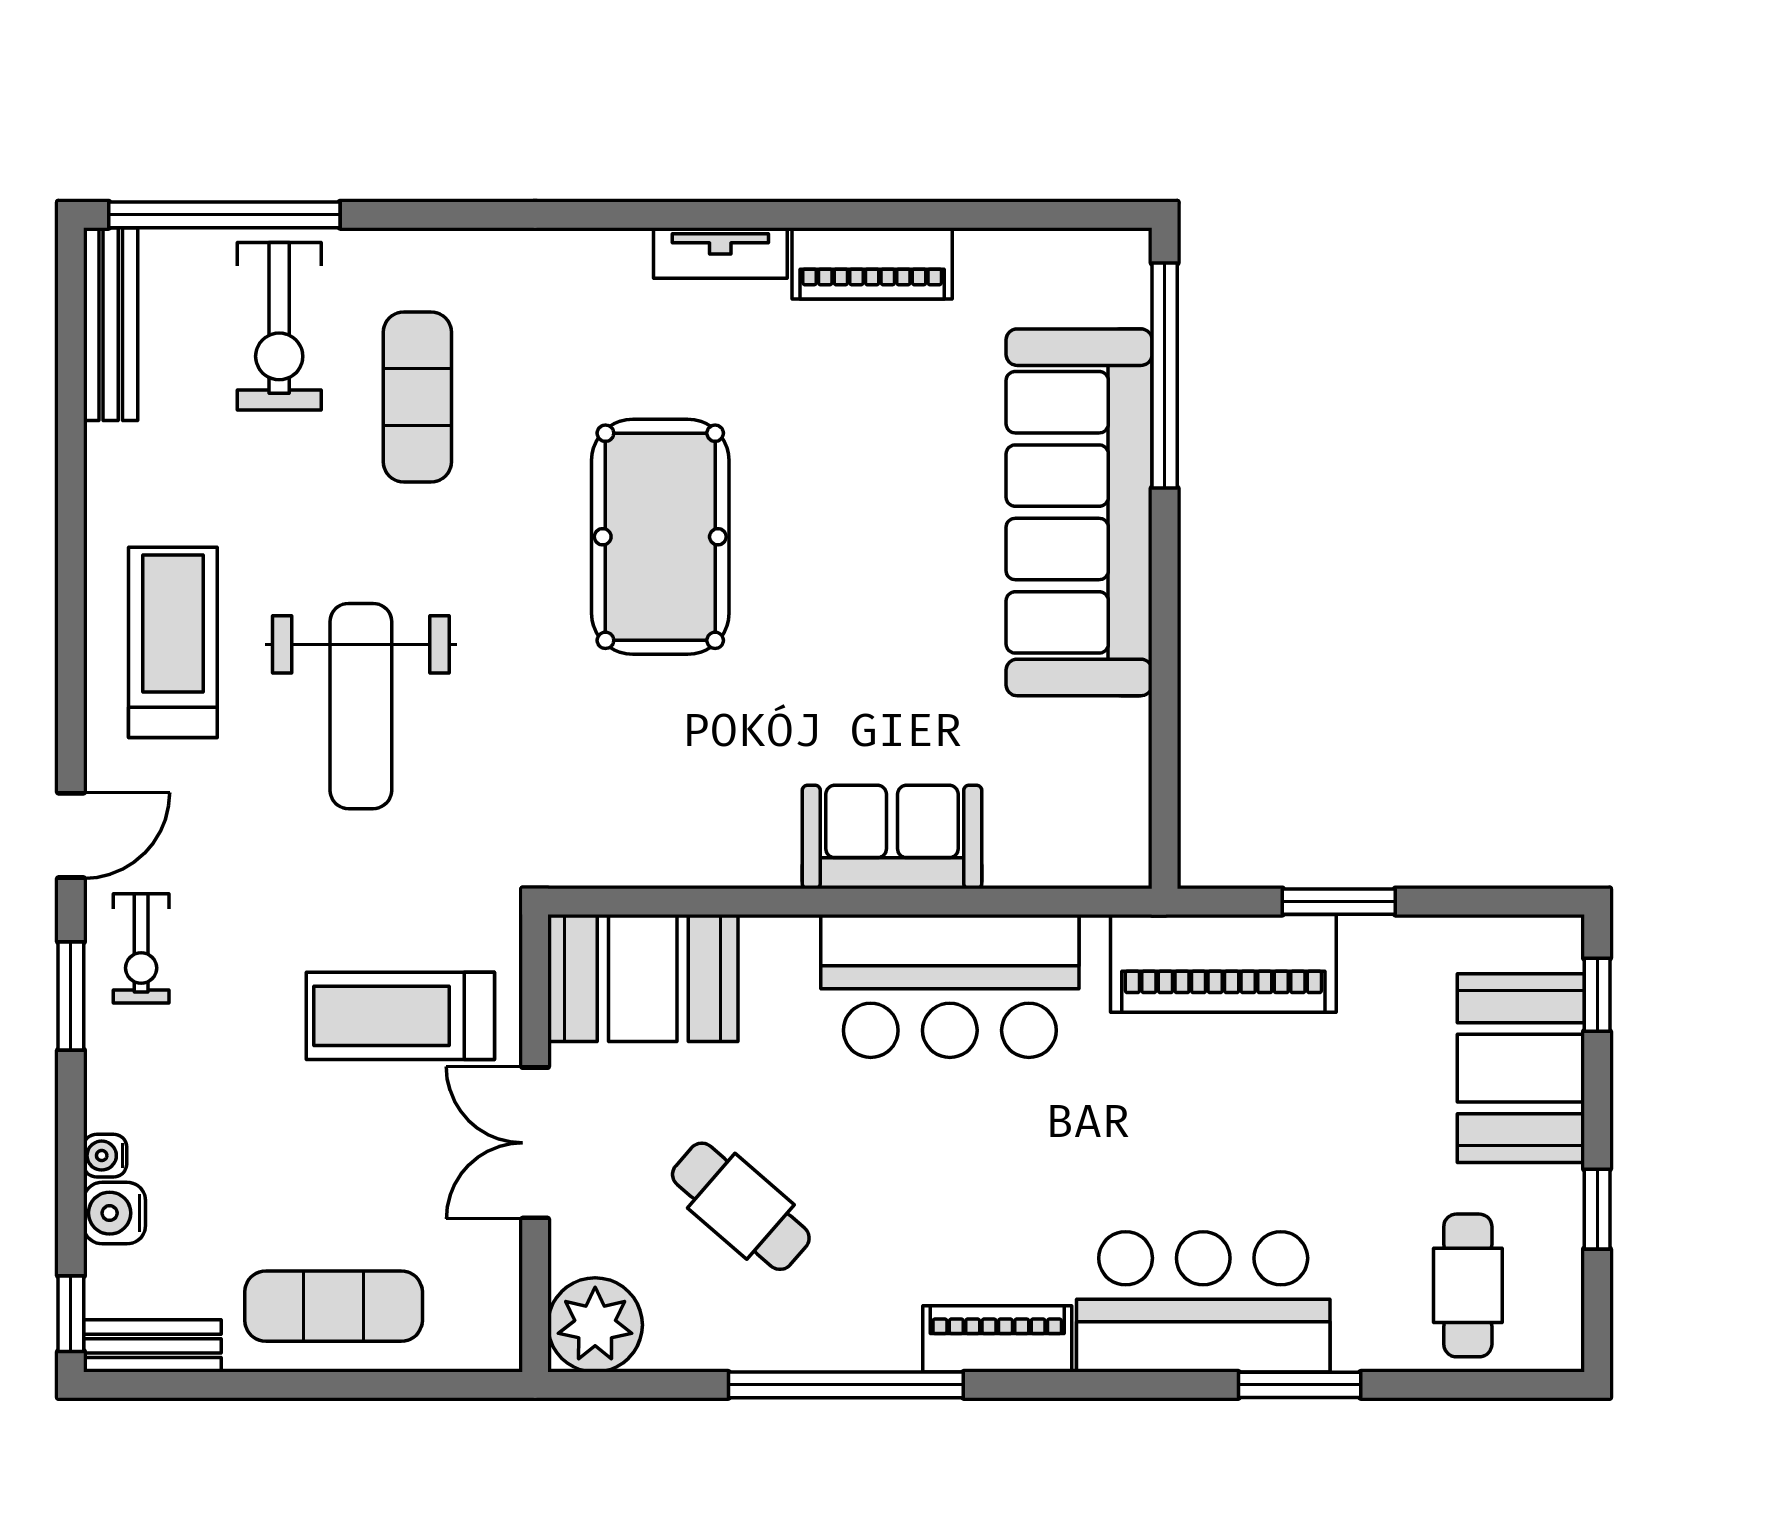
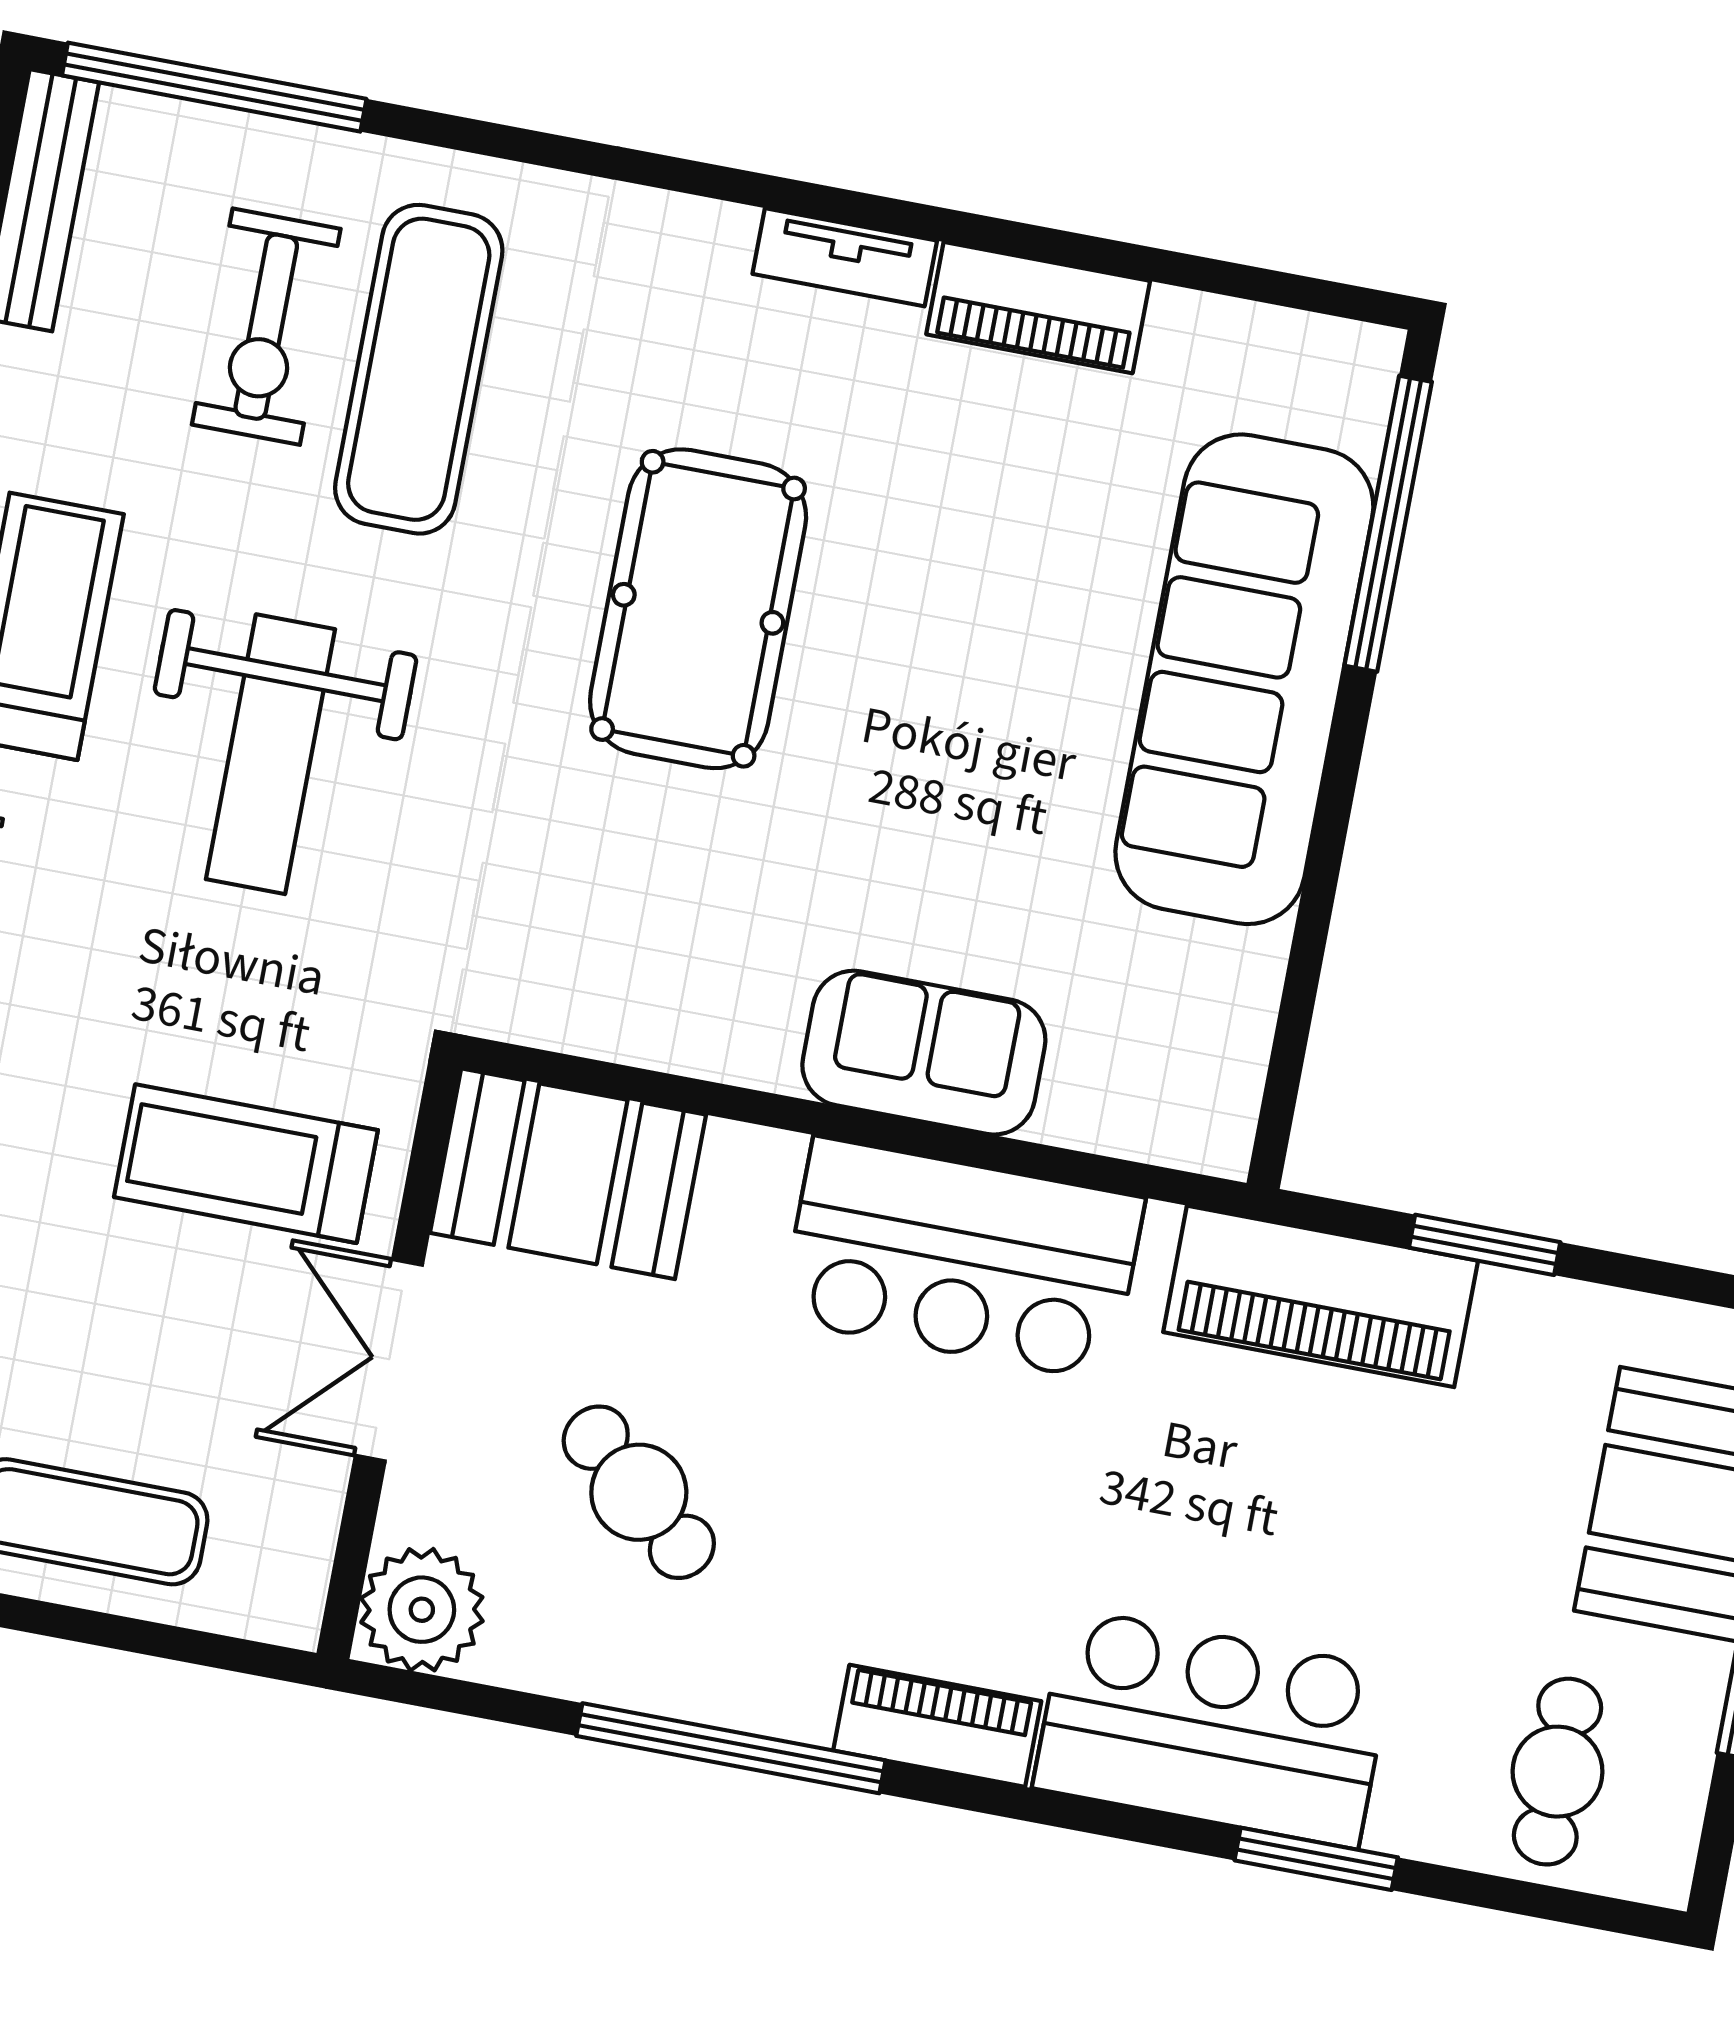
exercise bike: (279, 326) -> (266, 327), moved
exercise mat: (417, 397) -> (419, 369), width x1.36, depth x1.45

